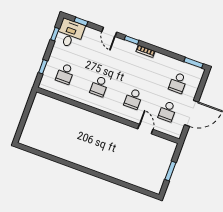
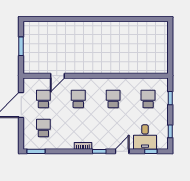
door: (109, 32) -> (122, 151), hinge flipped
desk: (70, 33) -> (145, 137), moved
door: (145, 129) -> (57, 76), hinge flipped

